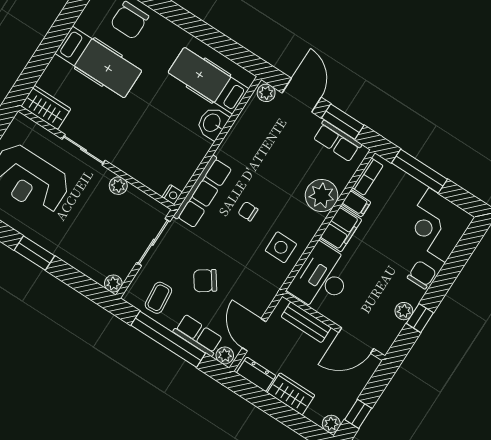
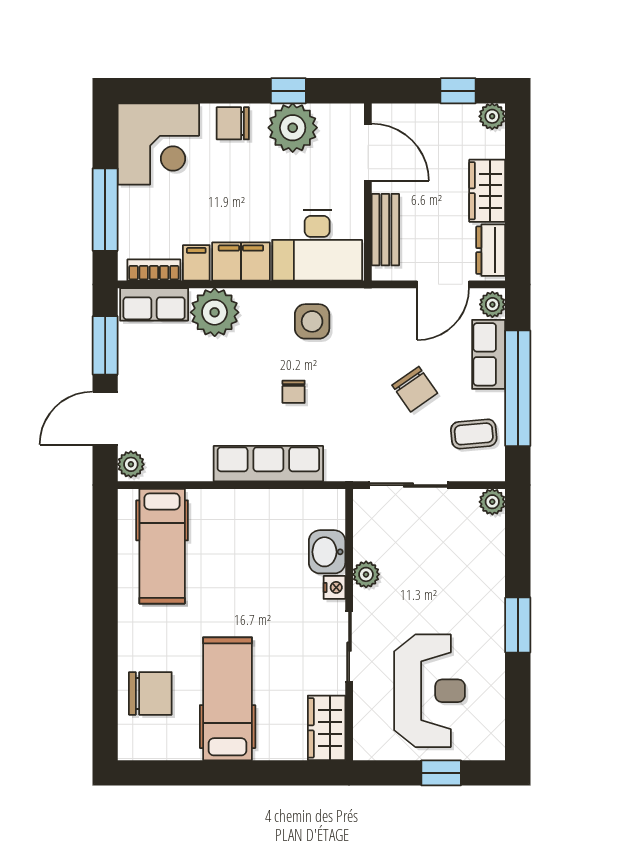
washbasin: (212, 123) -> (327, 552), moved, turned 90
row of seats: (337, 141) -> (154, 304), moved, turned 90
row of seats: (203, 192) -> (268, 464), moved
nightstand: (172, 195) -> (334, 587), moved, turned 90
plant: (404, 311) -> (293, 128), width x1.87, depth x1.87

